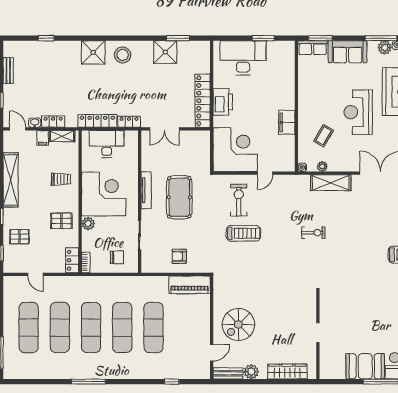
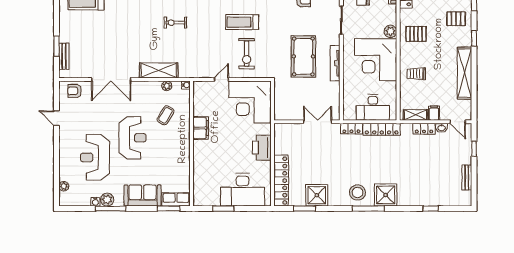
window: (111, 38) -> (368, 209), added
locker: (203, 101) -> (281, 181), moved

